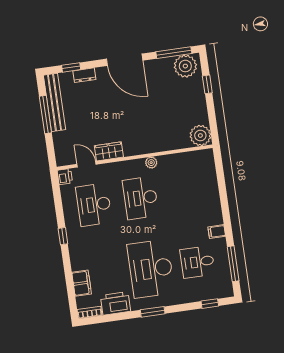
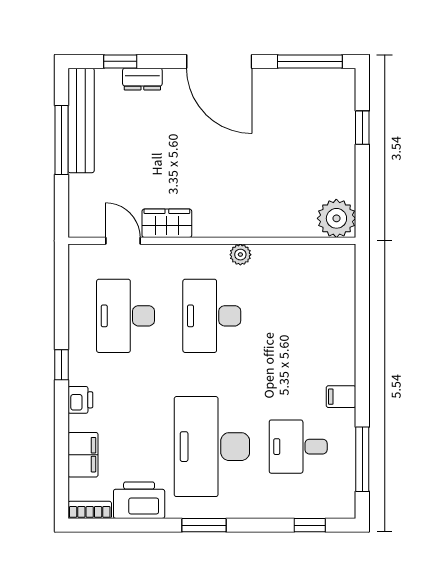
plant: (185, 66) -> (327, 89), removed
printer: (65, 177) -> (80, 400), moved

